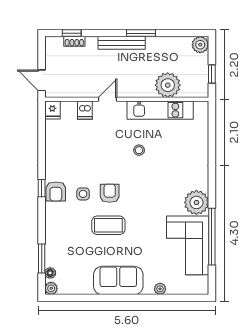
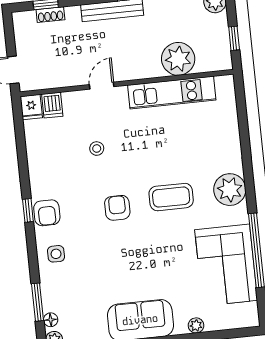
dishwasher: (85, 110) -> (52, 105), moved
stool: (139, 150) -> (97, 149), moved
side table: (83, 194) -> (56, 254), moved
plant: (196, 202) -> (230, 190), moved
coffee table: (108, 225) -> (171, 197), moved

